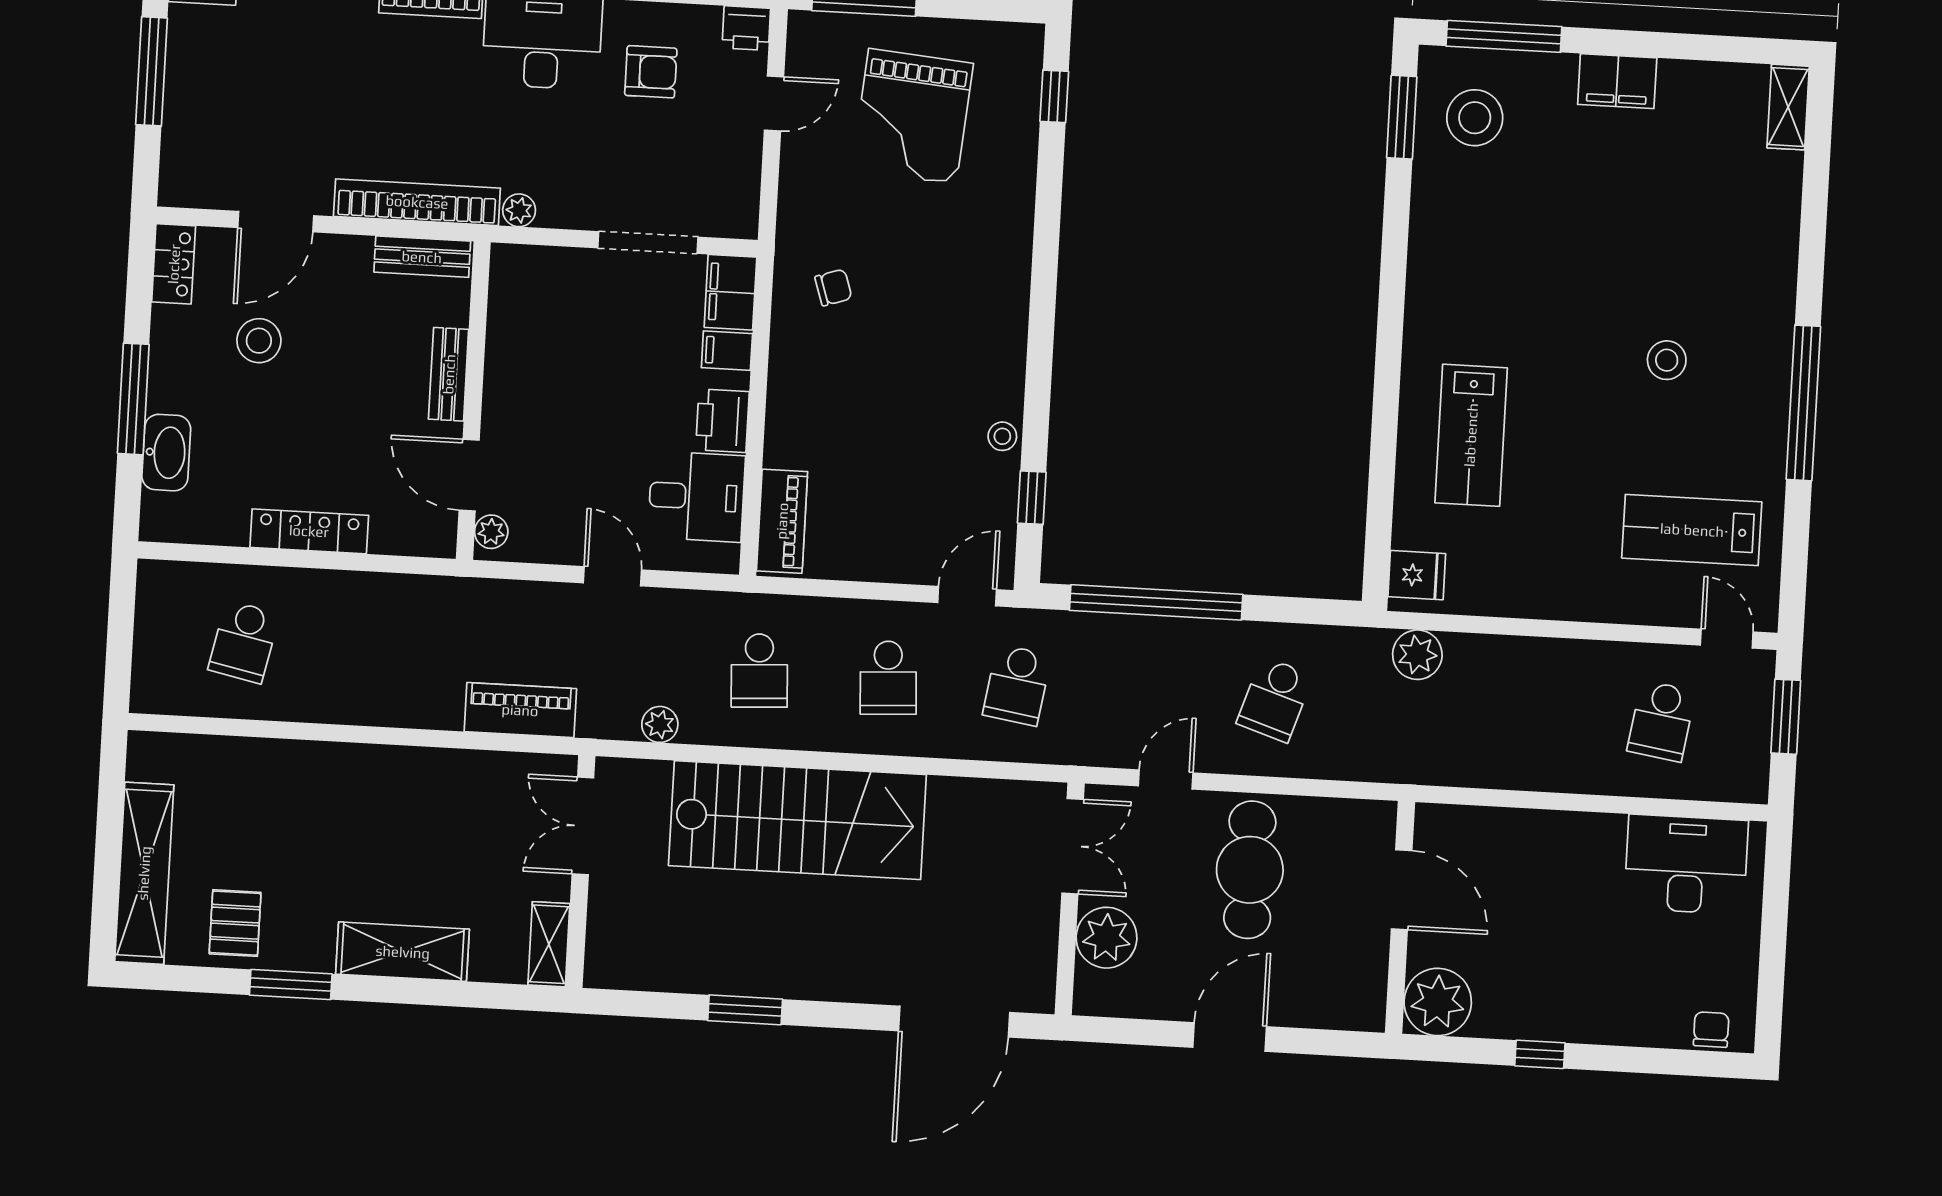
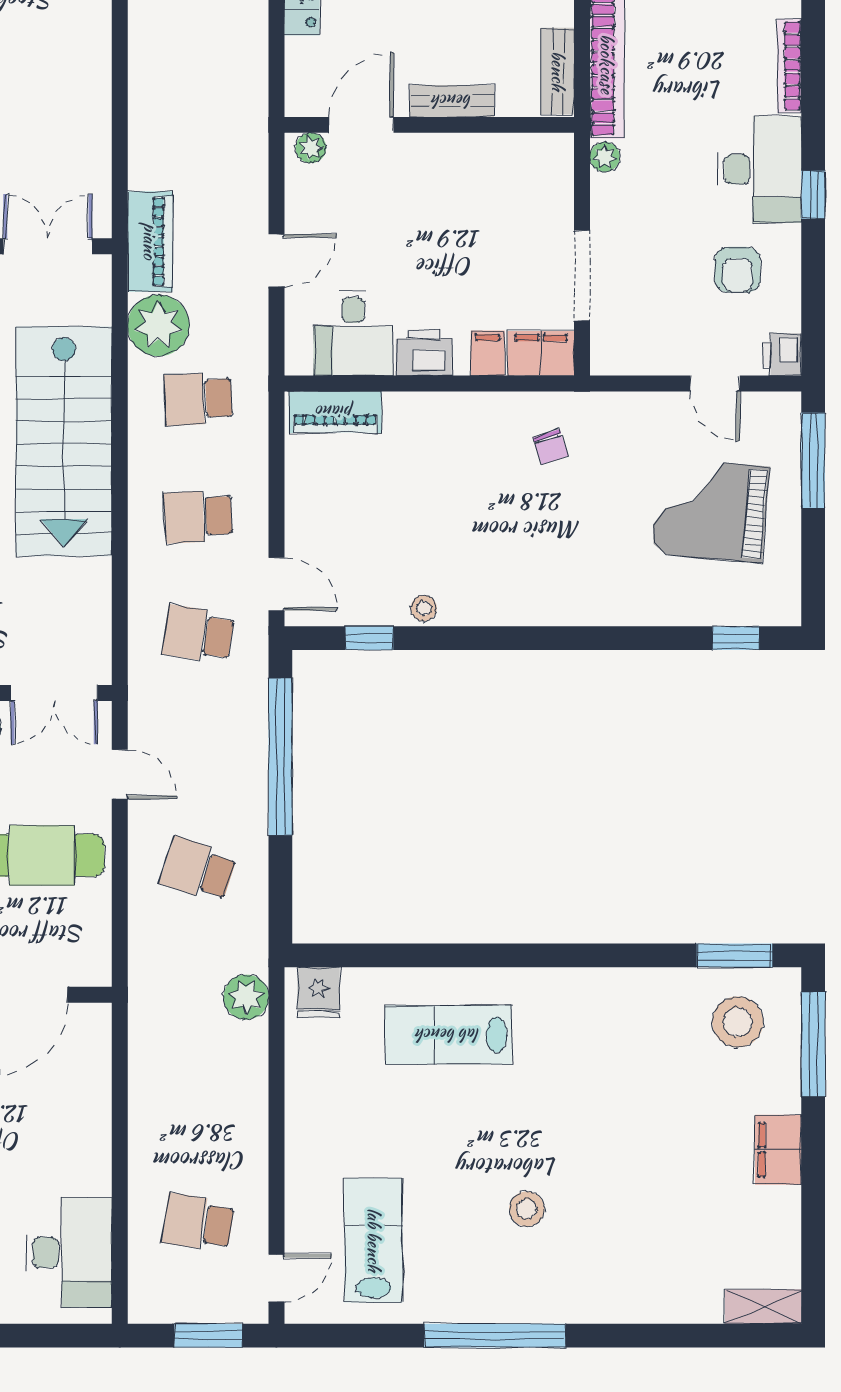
piano: (520, 710) -> (150, 241), moved
plant: (660, 724) -> (158, 326), width x1.88, depth x1.88

